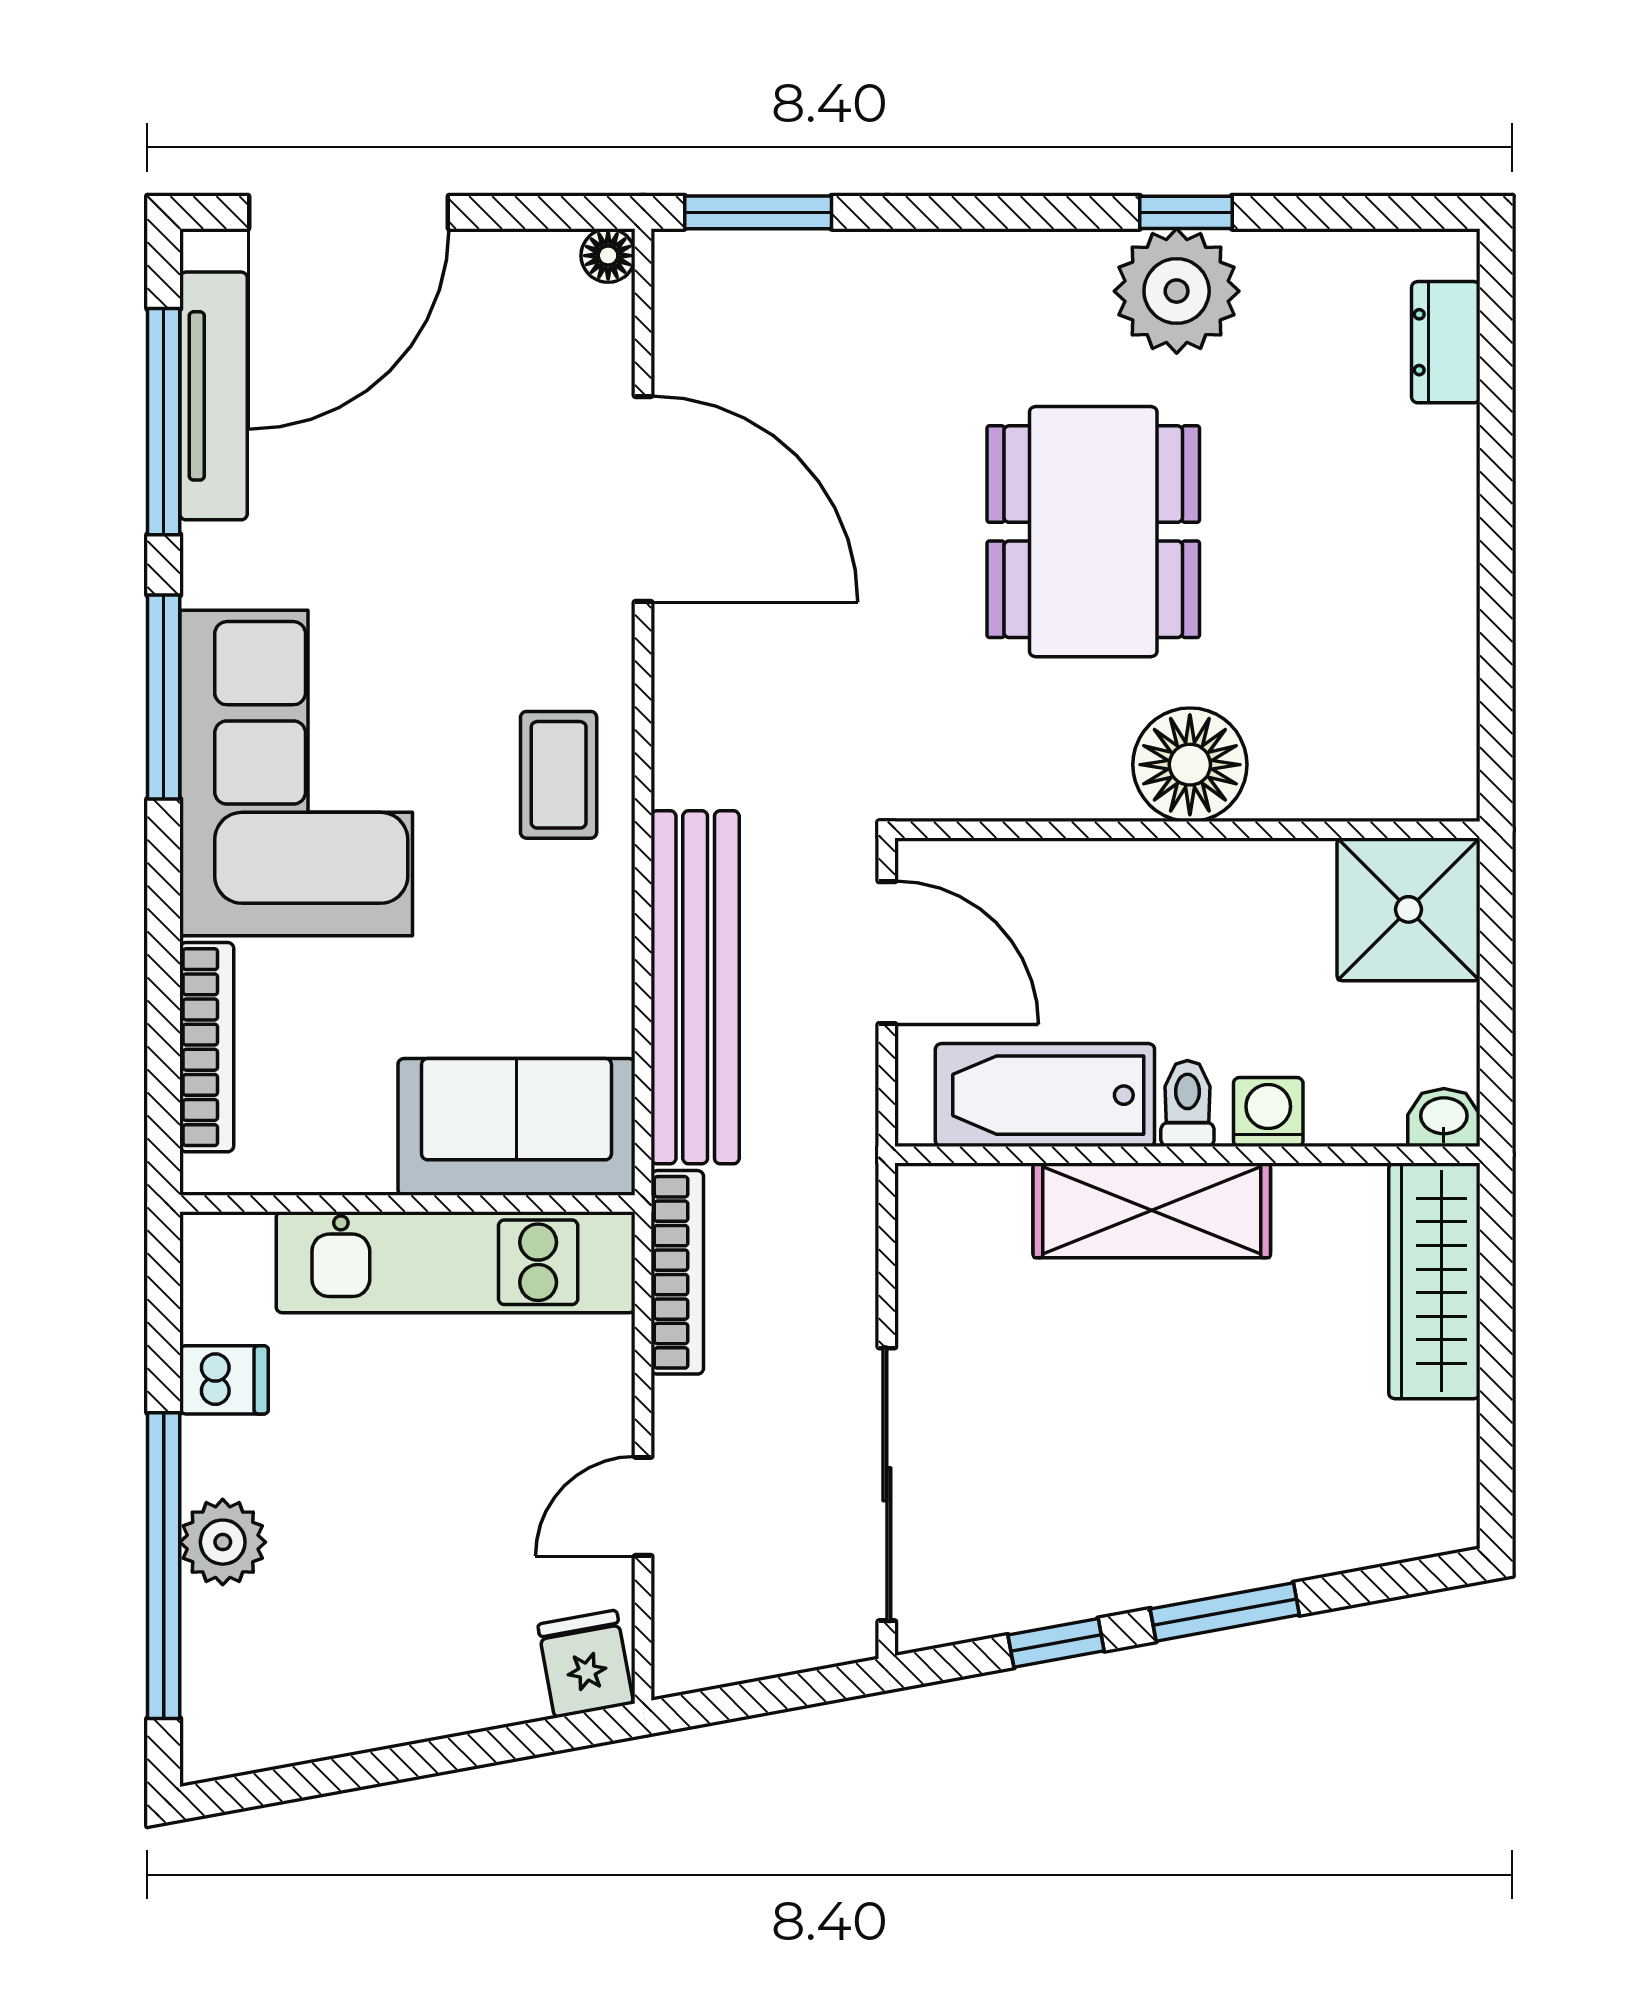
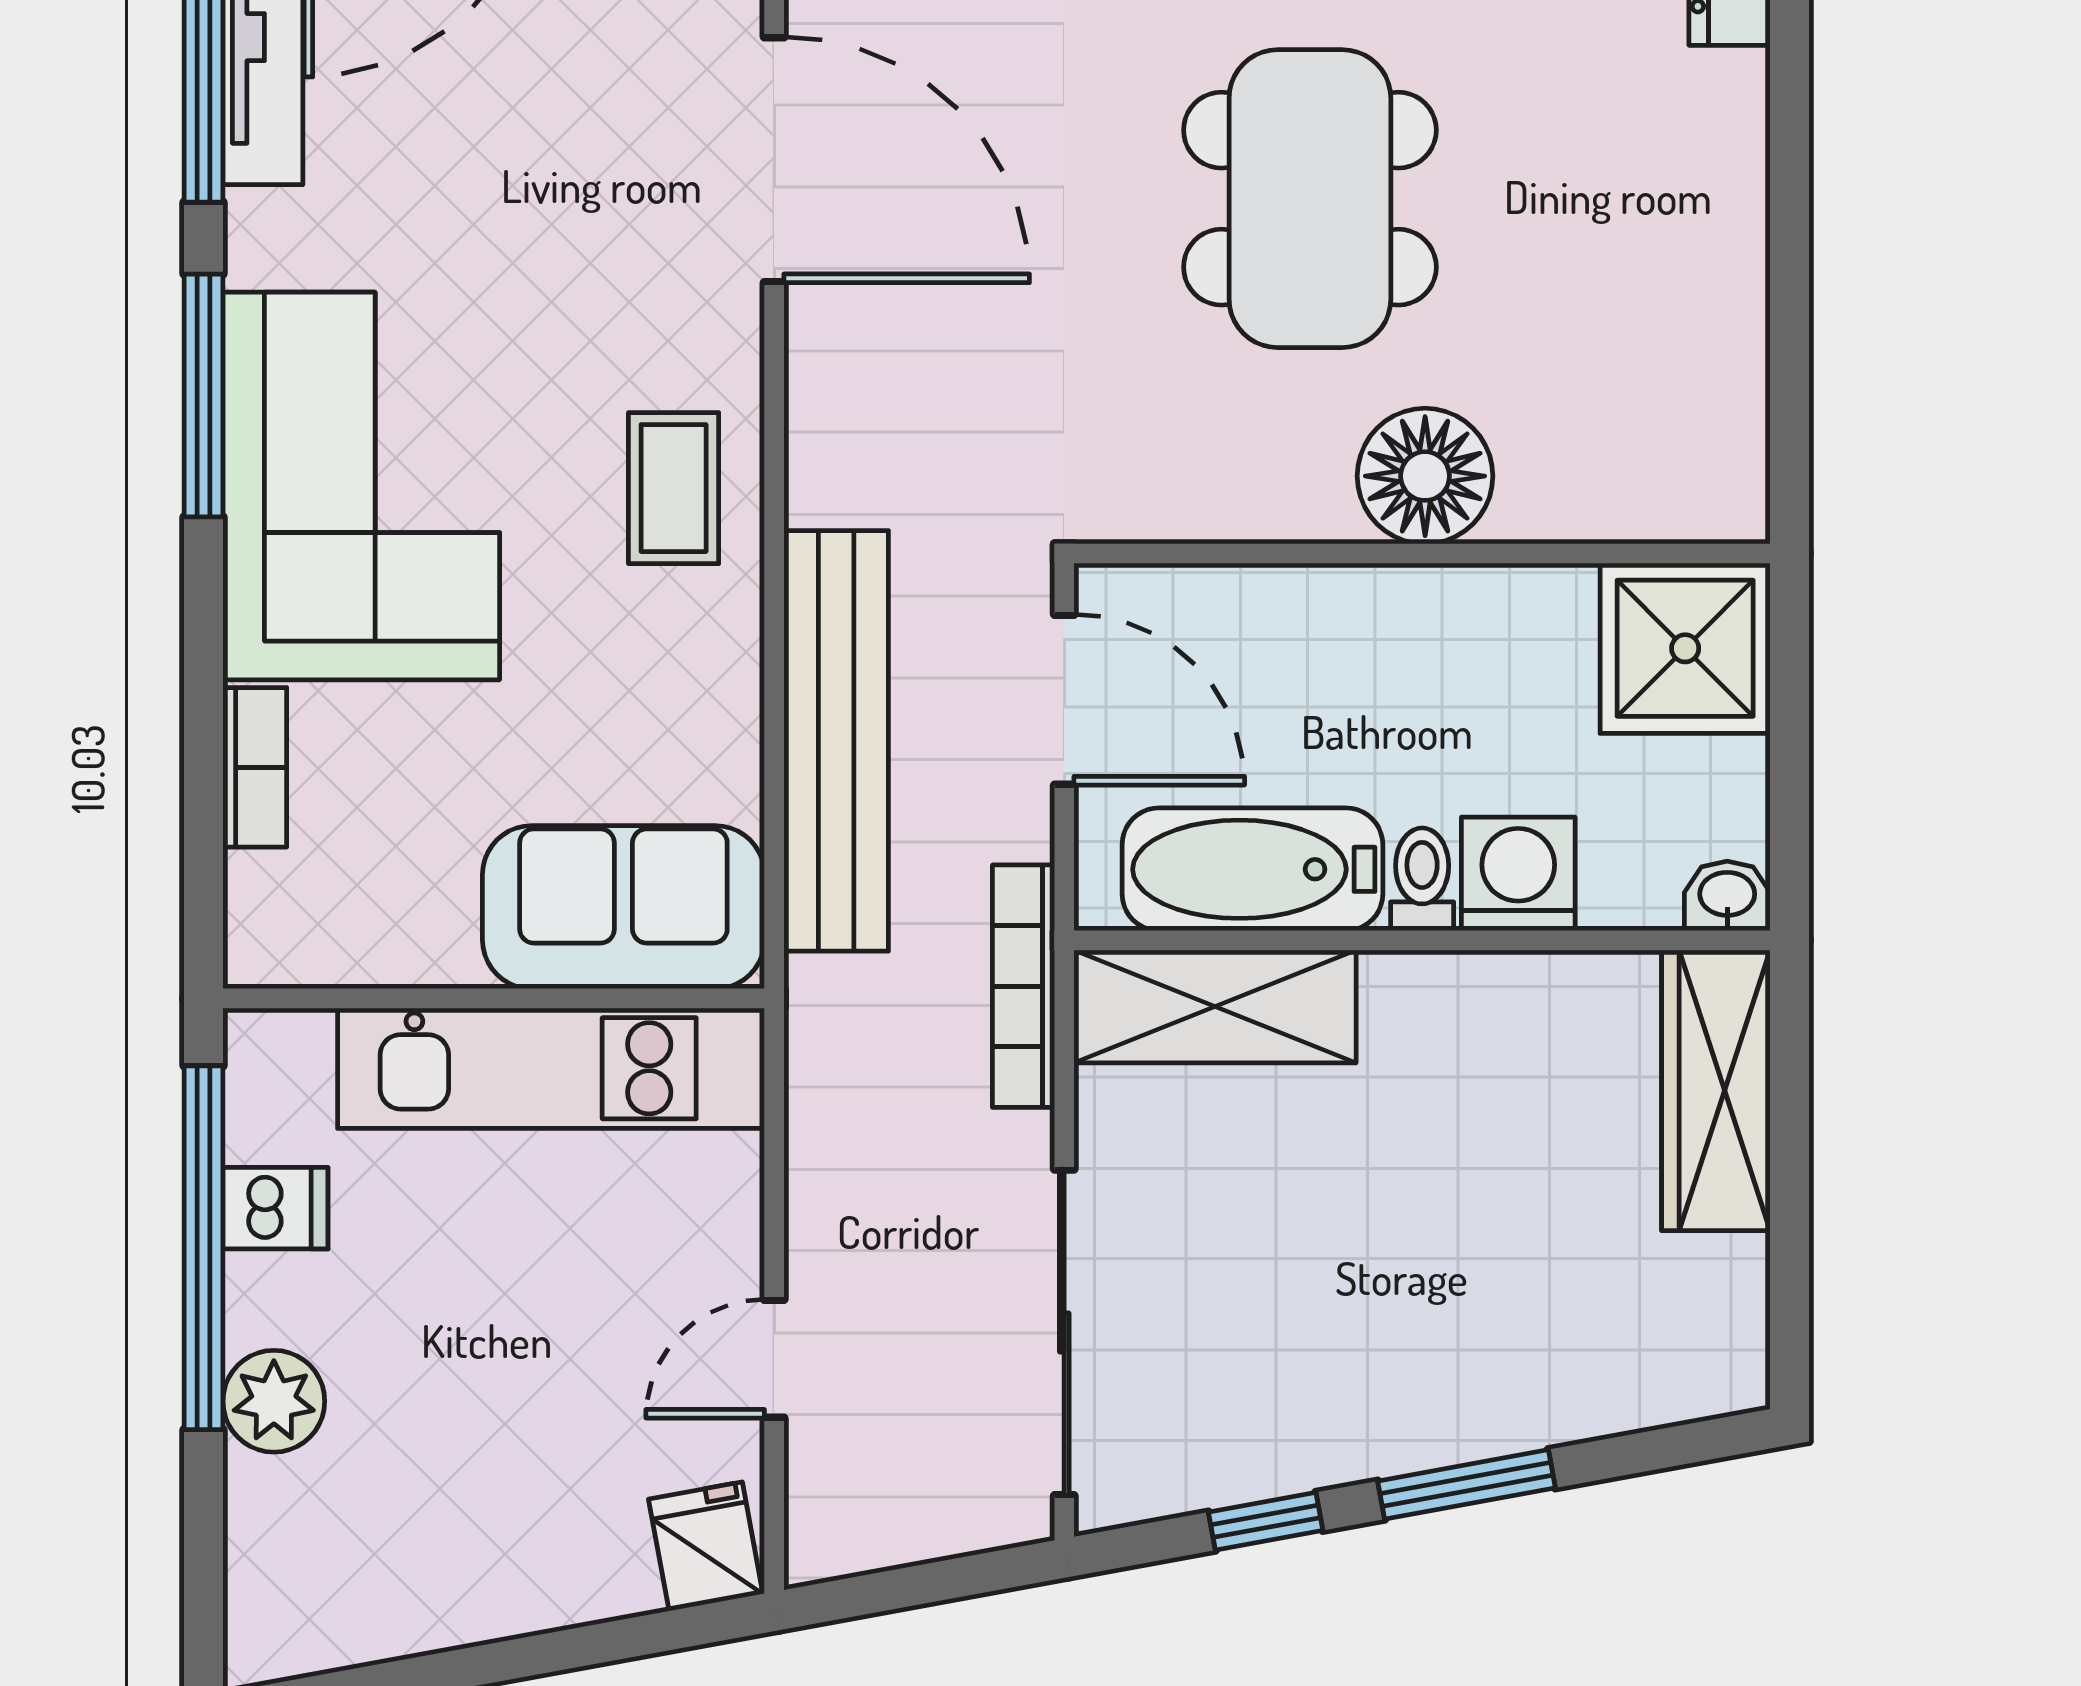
bookcase: (207, 1047) -> (255, 767), width x0.64
washing machine: (1268, 1112) -> (1518, 874), width x1.38, depth x1.38
shelving: (1152, 1210) -> (1215, 1006), moved
bookcase: (677, 1272) -> (1024, 986), moved, turned 180
window: (164, 1566) -> (204, 1248), moved

